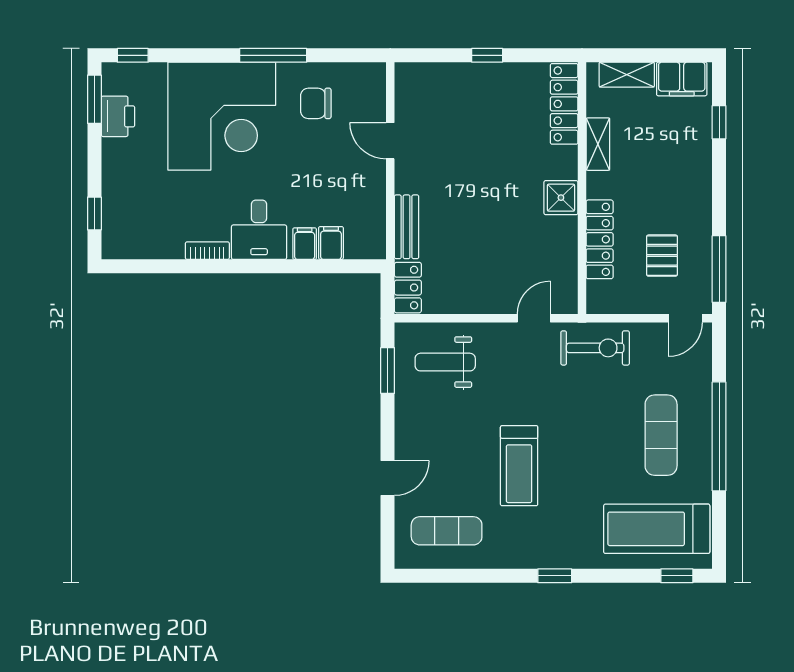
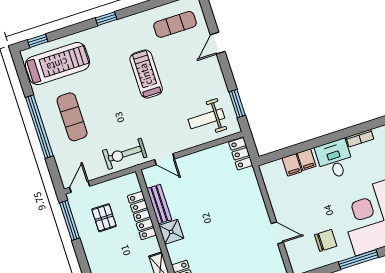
bench: (407, 227) -> (159, 204), moved
door: (534, 318) -> (165, 159), hinge flipped
weight bench: (445, 362) -> (206, 119), turned 180

